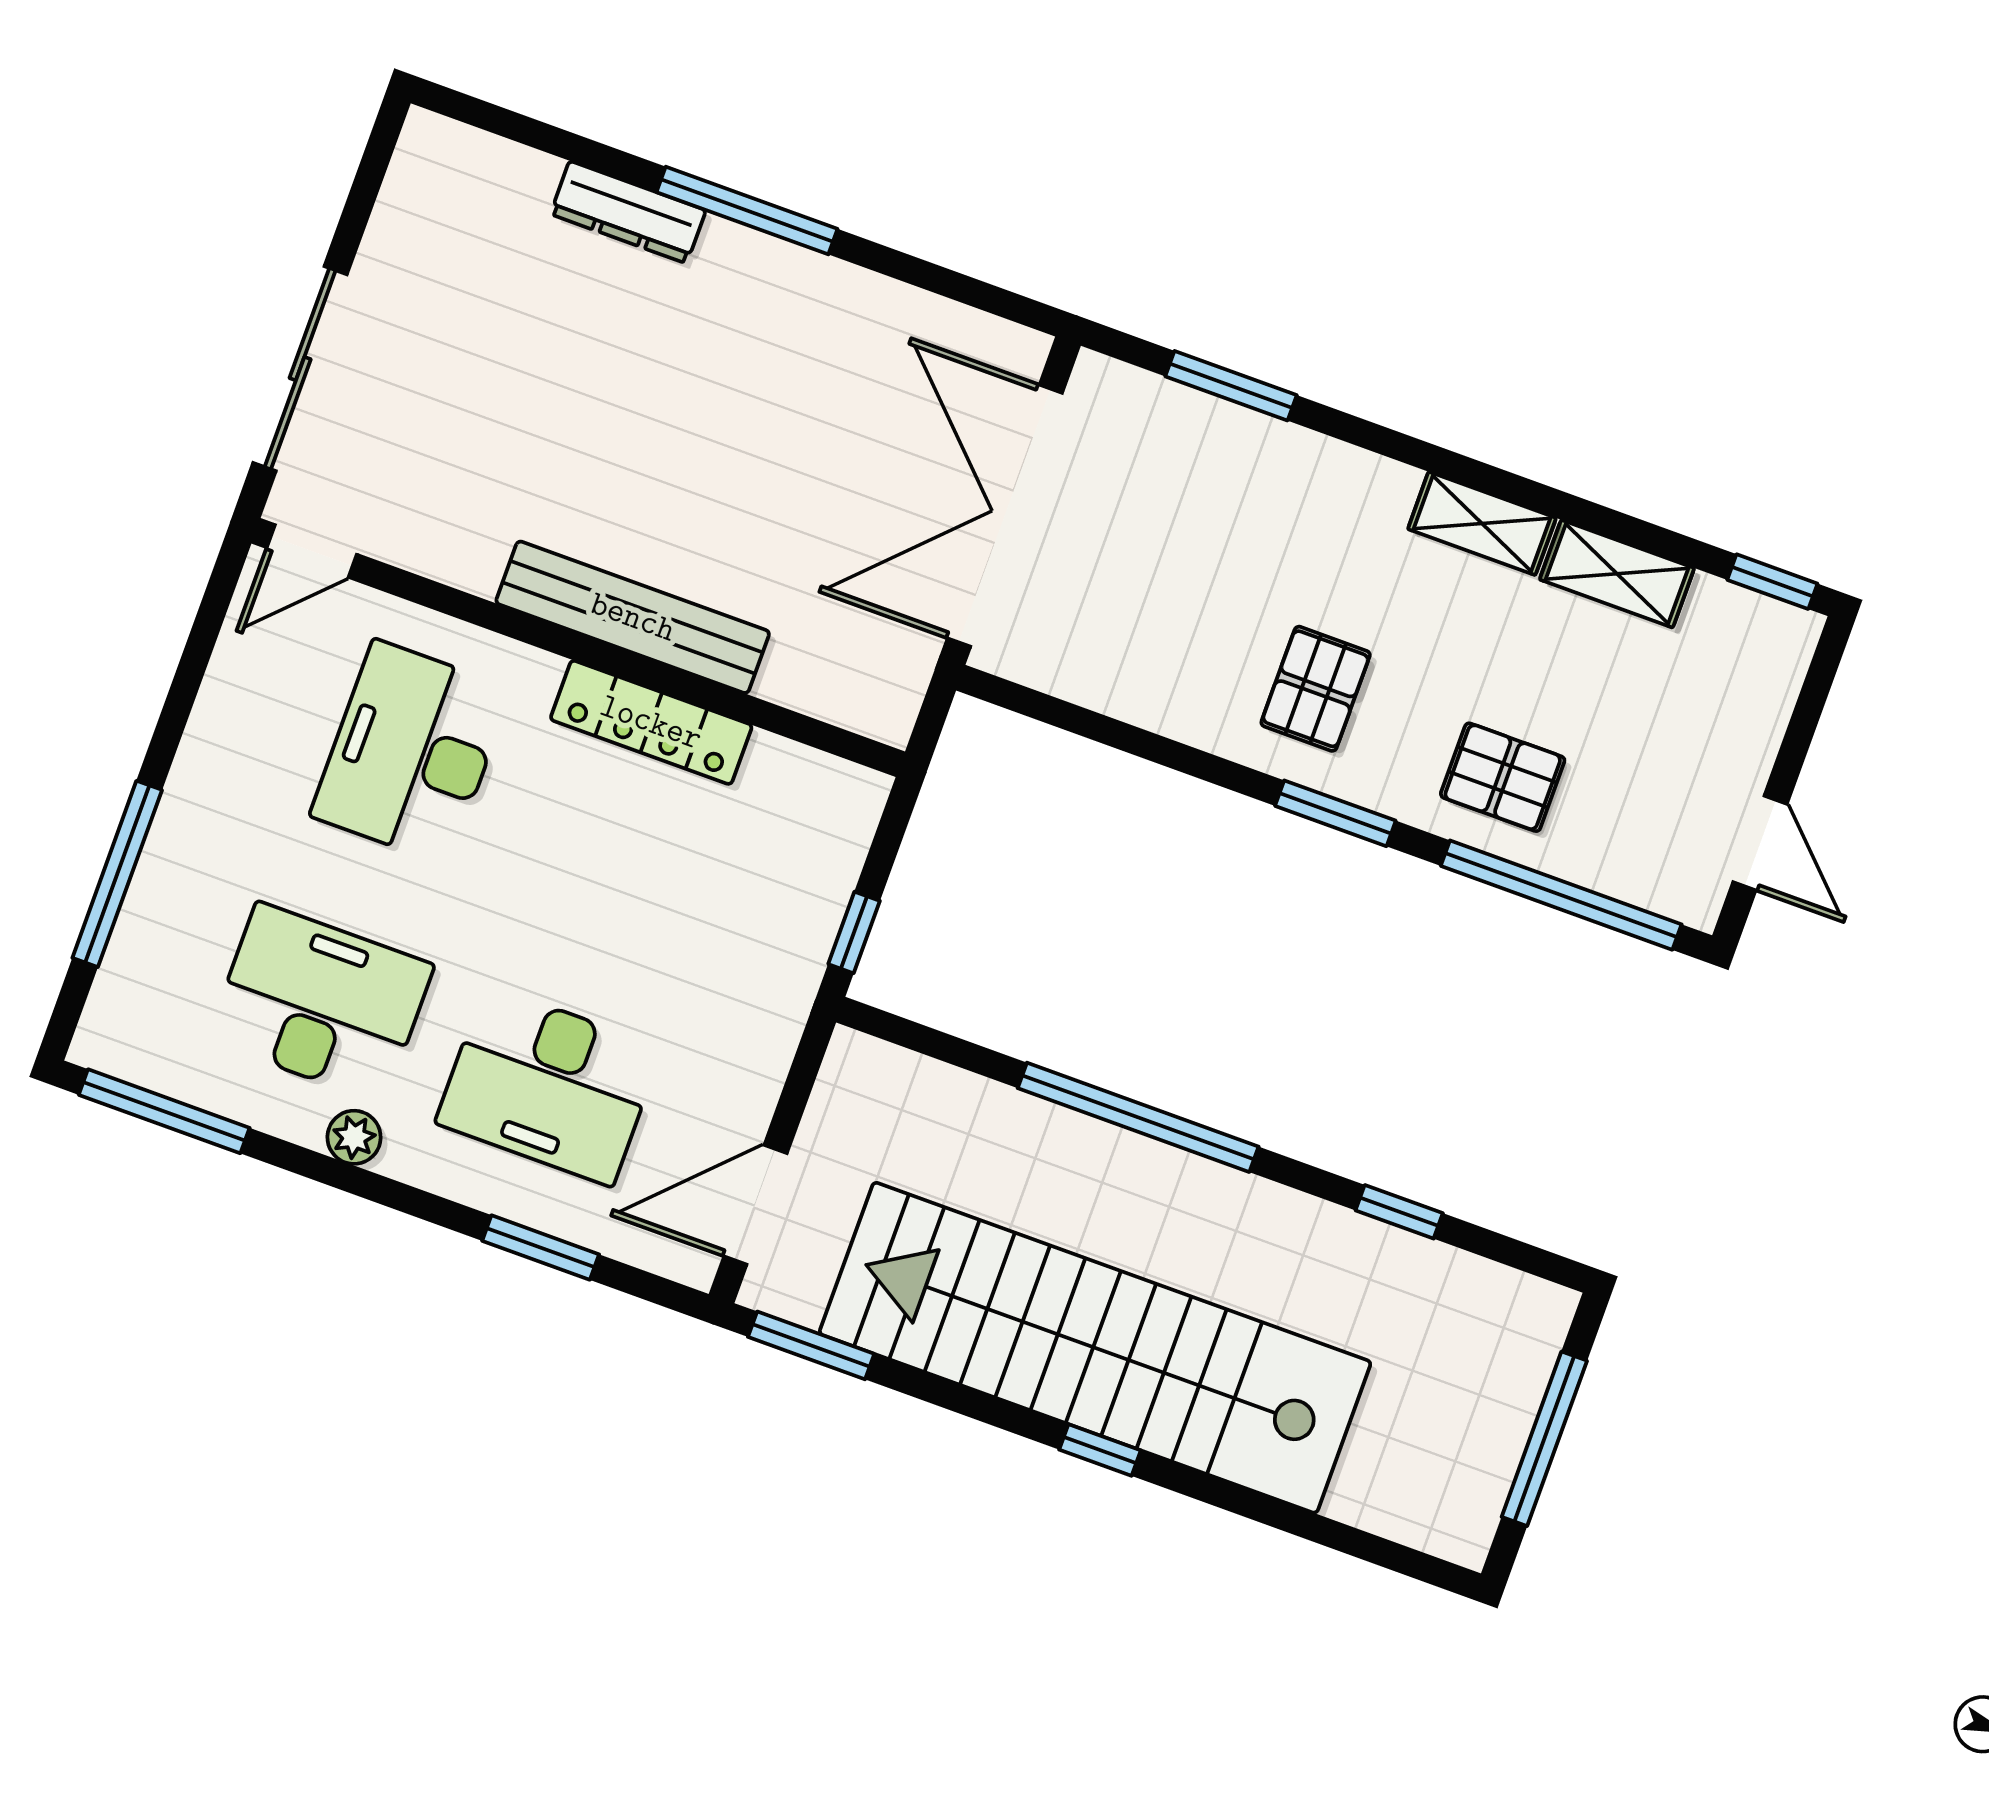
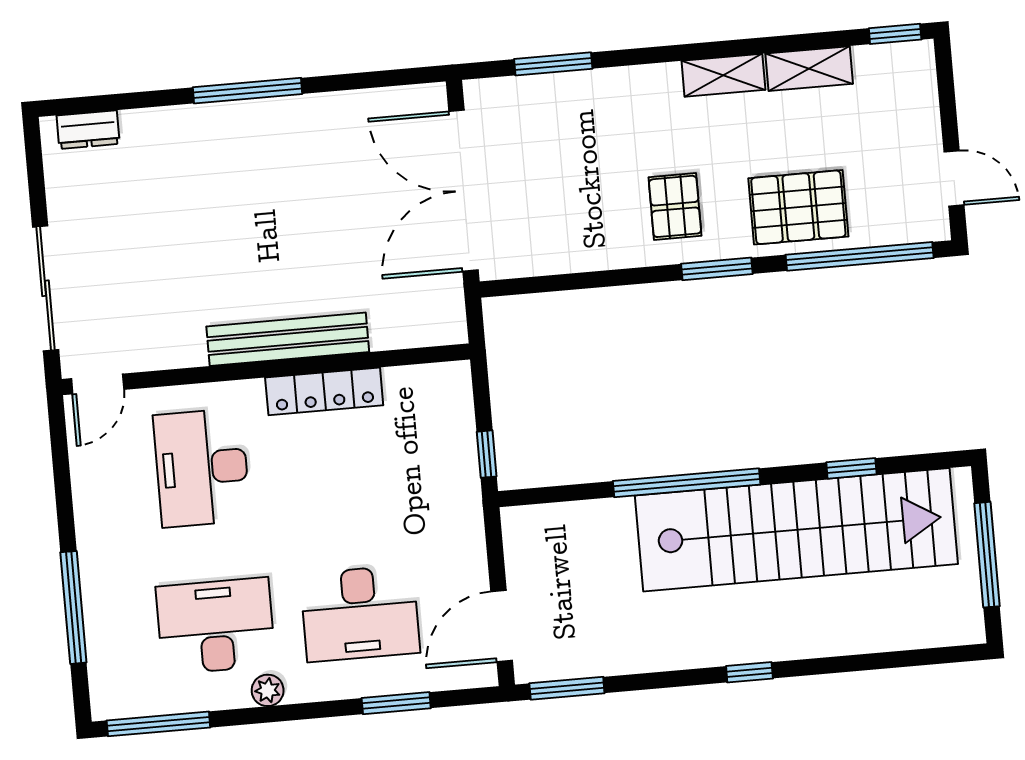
dresser: (628, 212) -> (88, 130), moved, width x0.70
pallet: (1503, 777) -> (798, 207), width x1.50, depth x1.42
stairs: (1095, 1348) -> (796, 530), moved, turned 180

